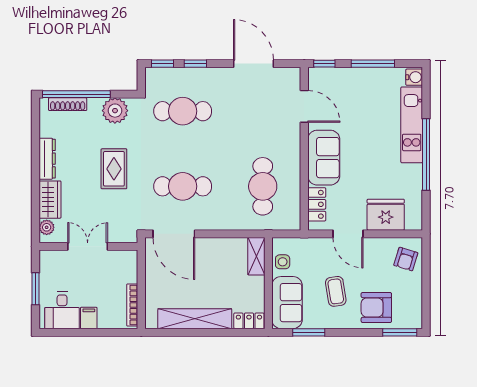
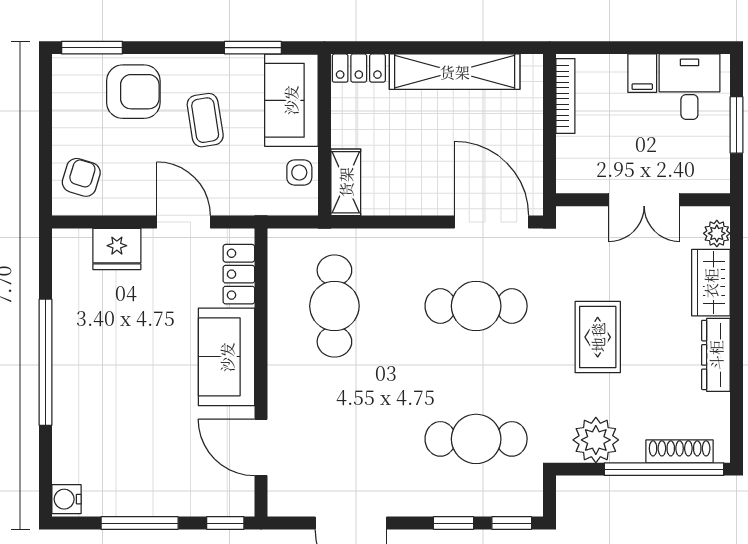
kitchen unit: (412, 125) -> (71, 415), removed
fridge: (386, 215) -> (117, 249), width x0.73, depth x0.75

